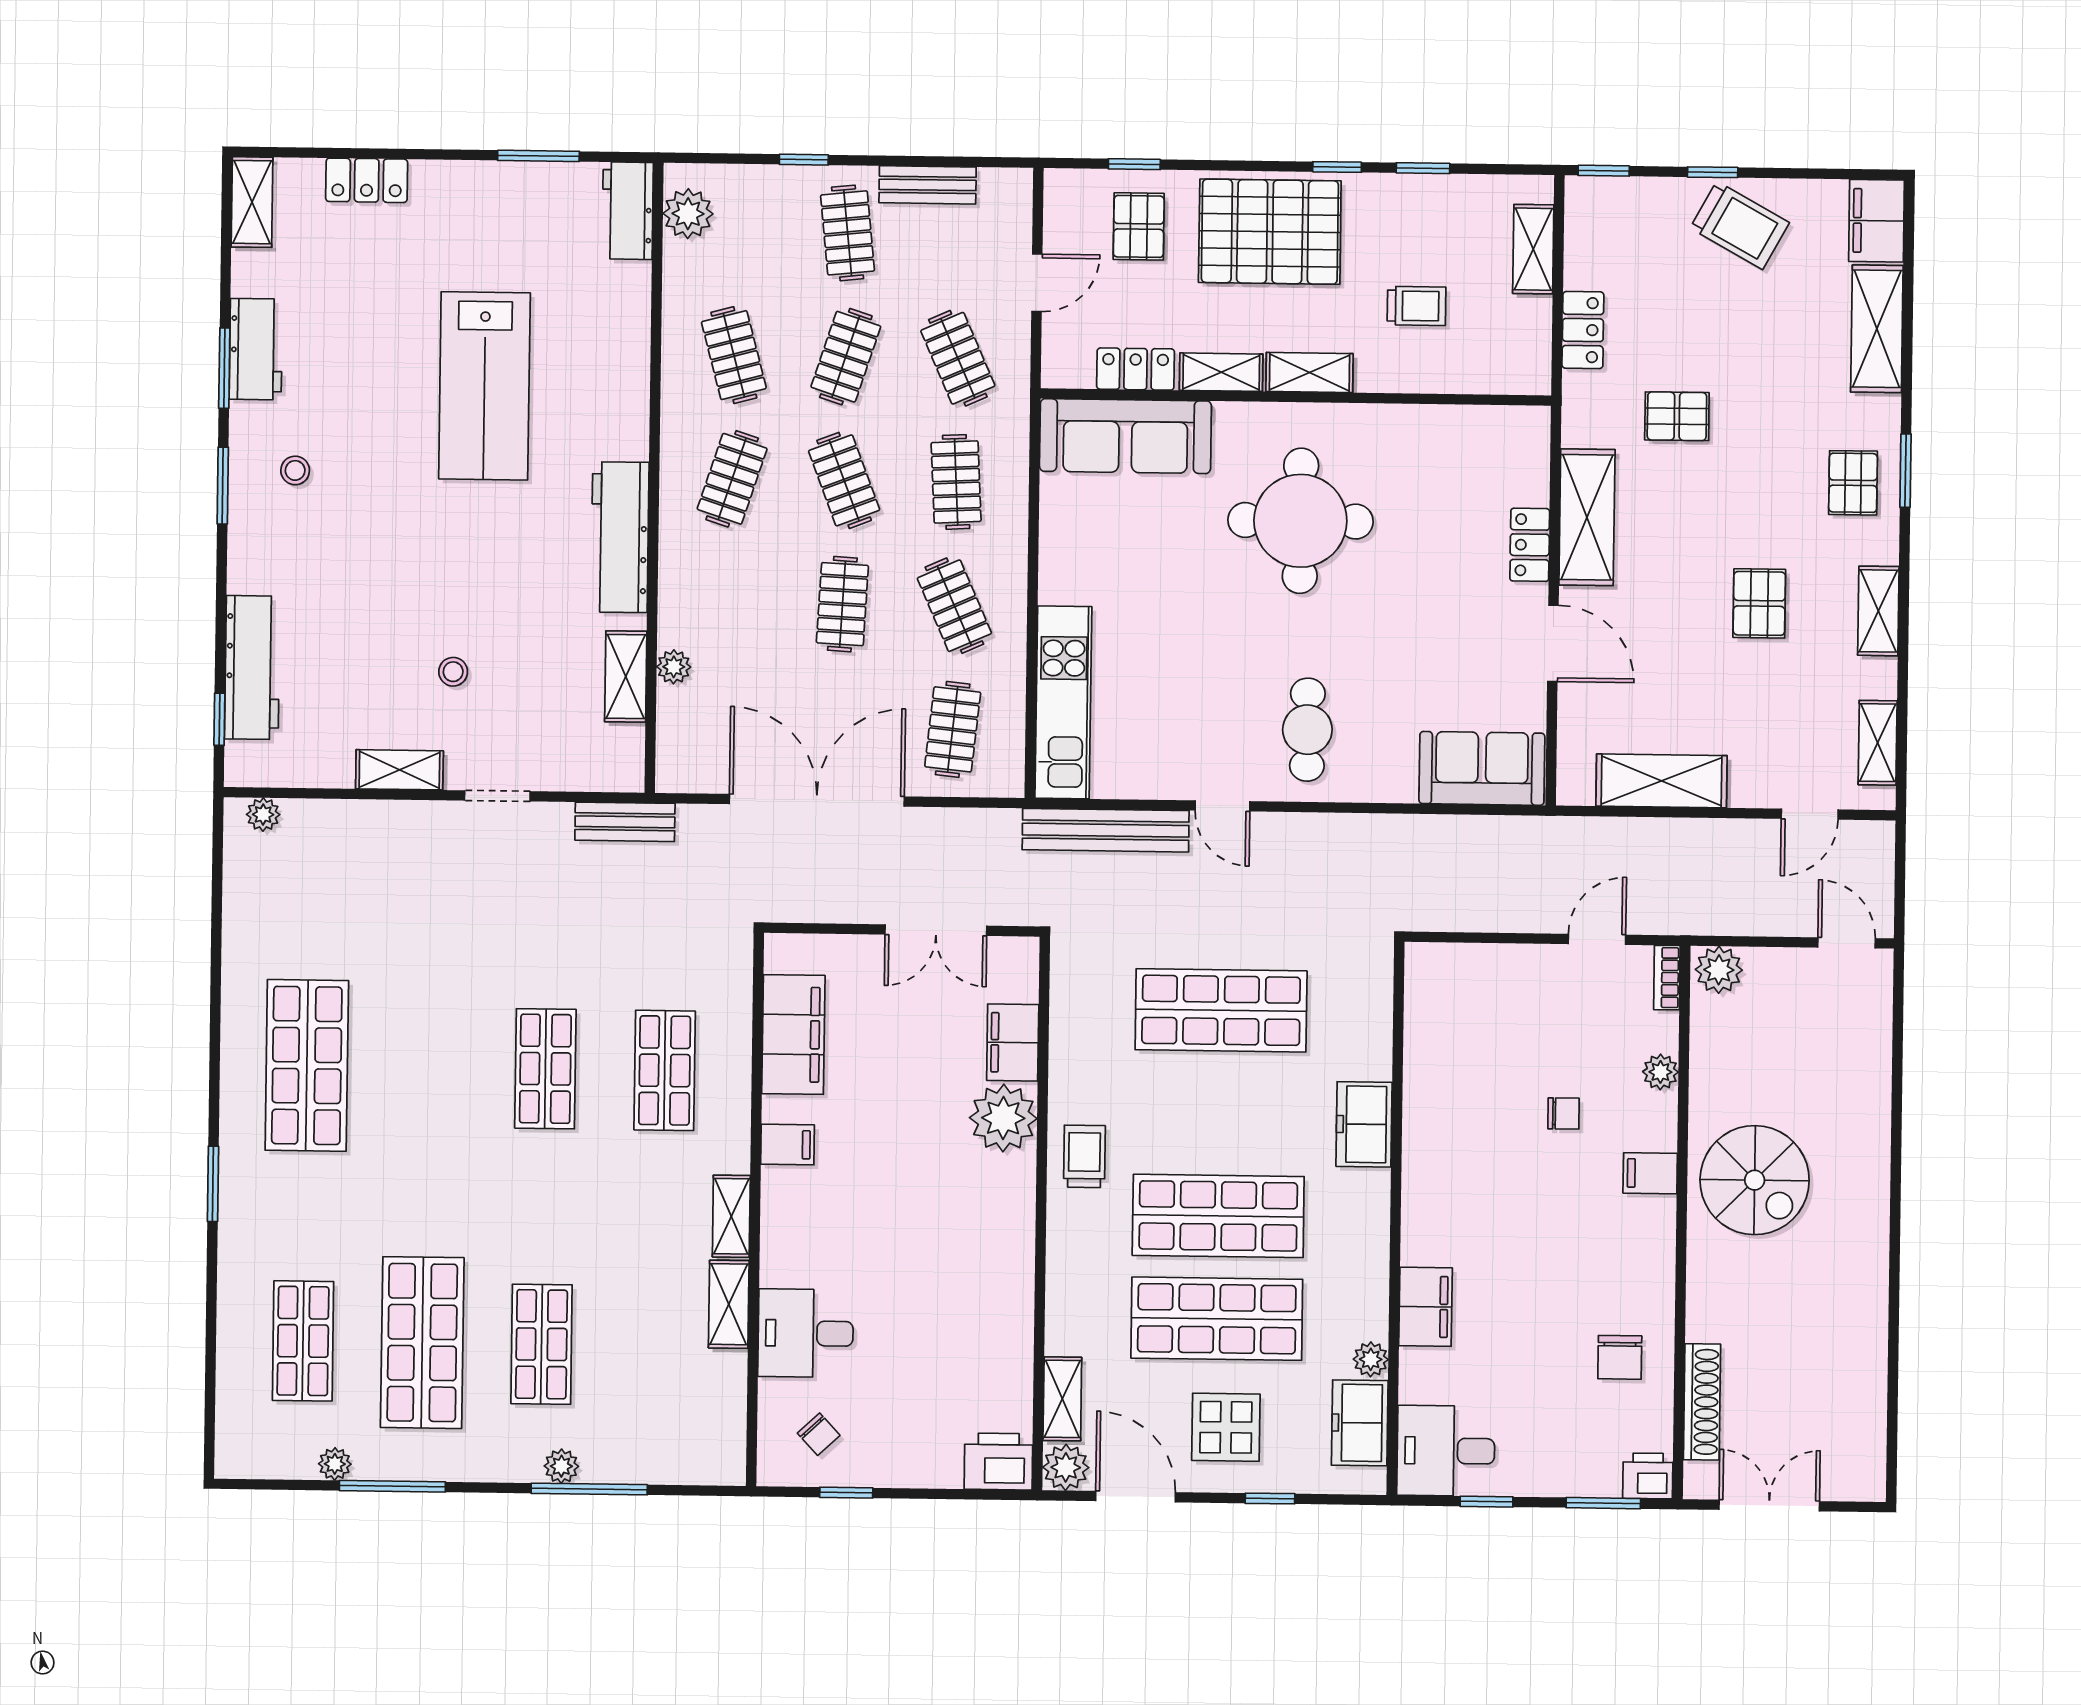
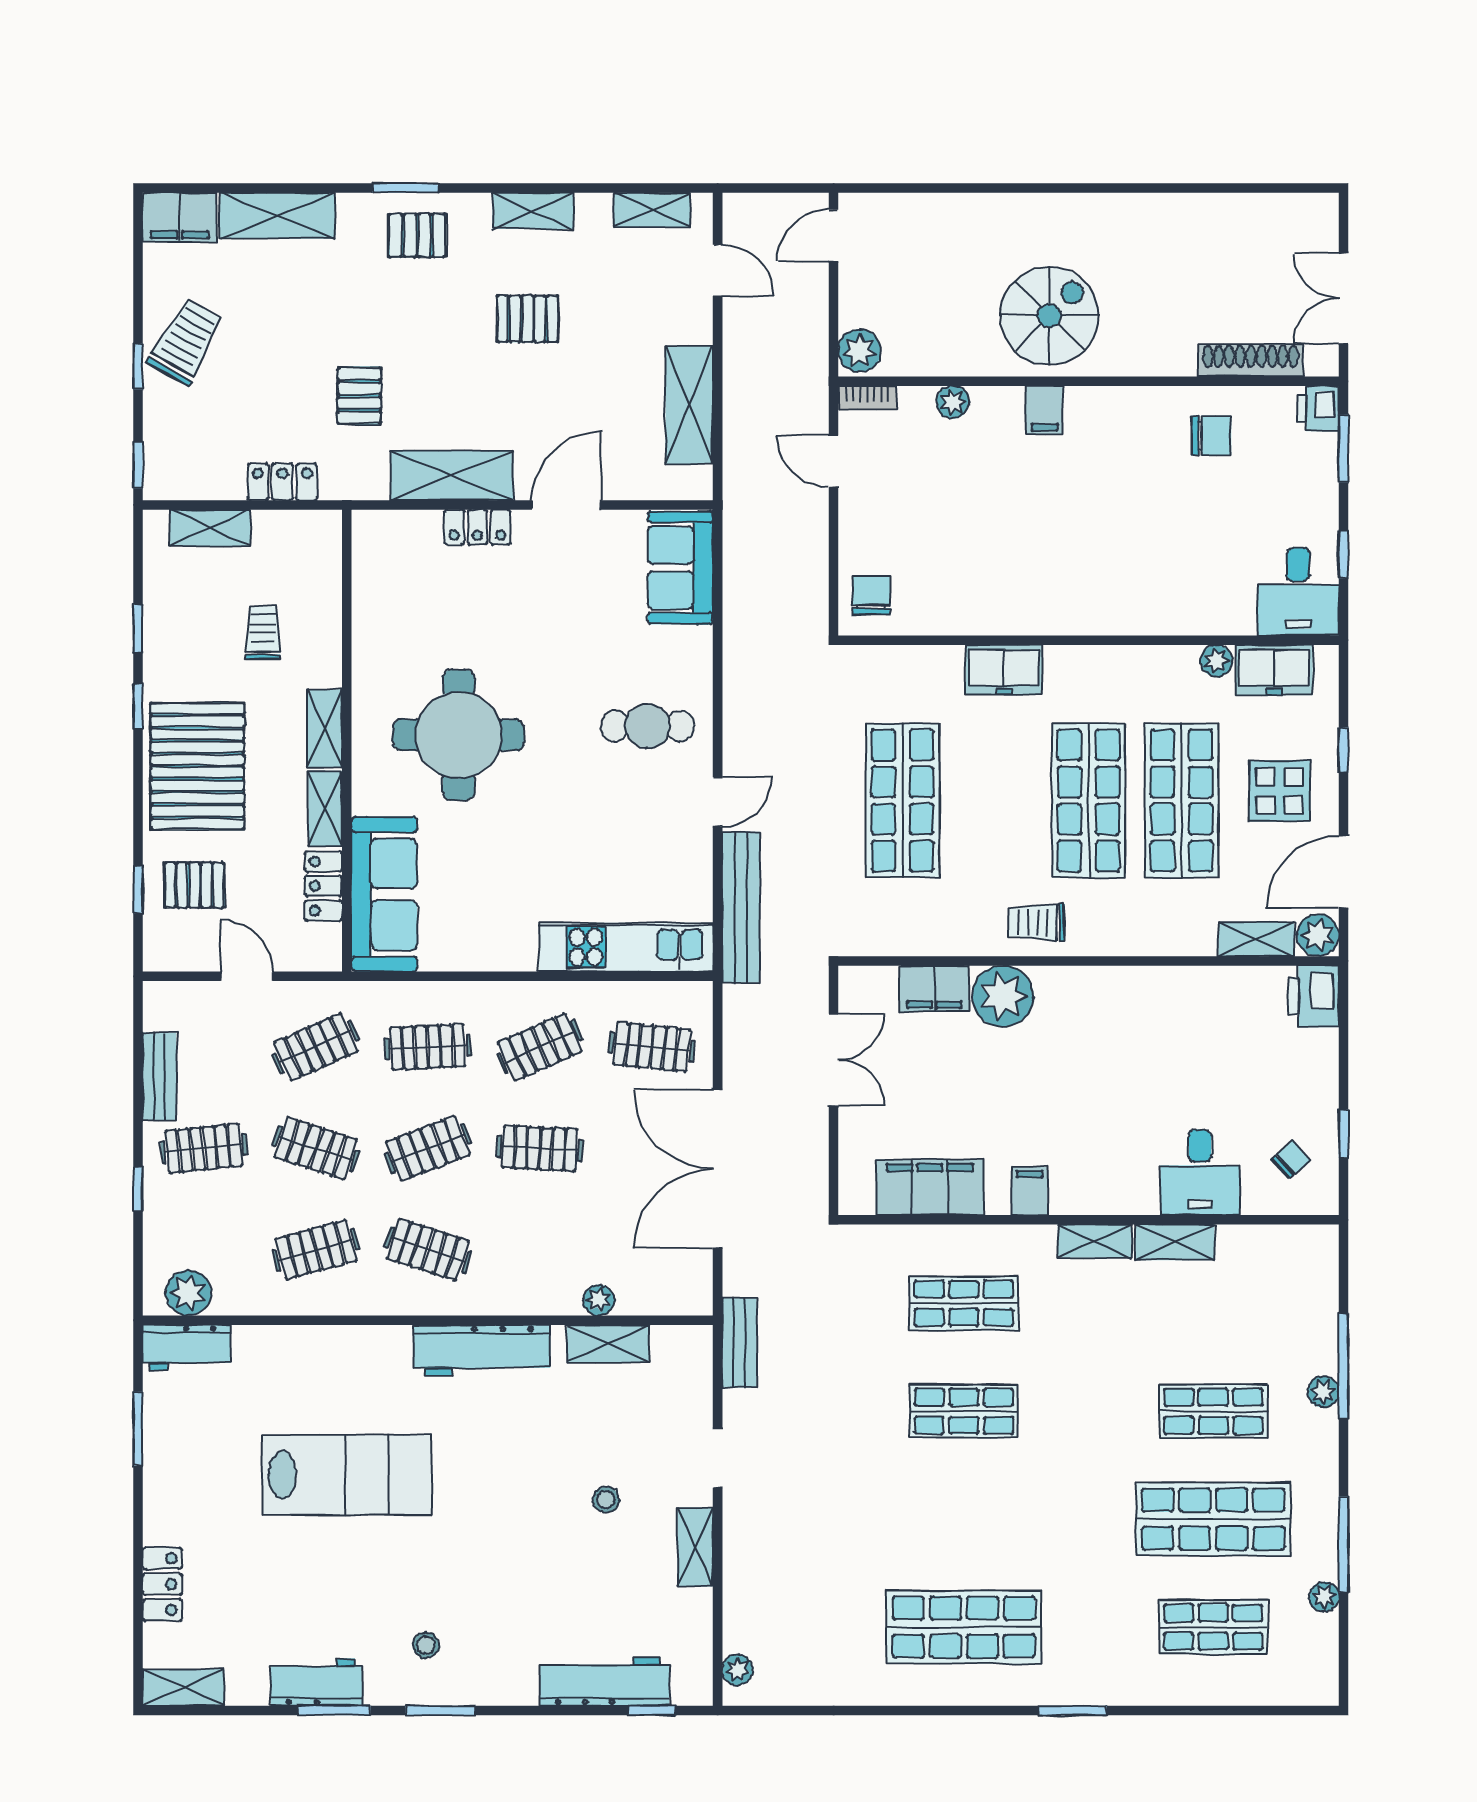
chair: (1563, 1113) -> (871, 595), moved, width x1.37, depth x1.37
filing cabinet: (1426, 1307) -> (1168, 612), removed

